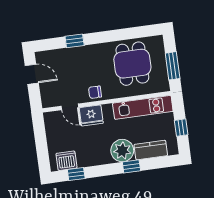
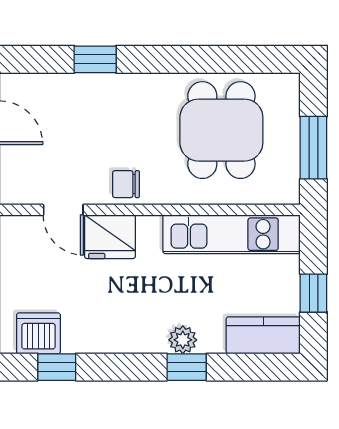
kitchen counter: (151, 150) -> (263, 335), moved
plant: (122, 151) -> (183, 340), width x0.53, depth x0.53

